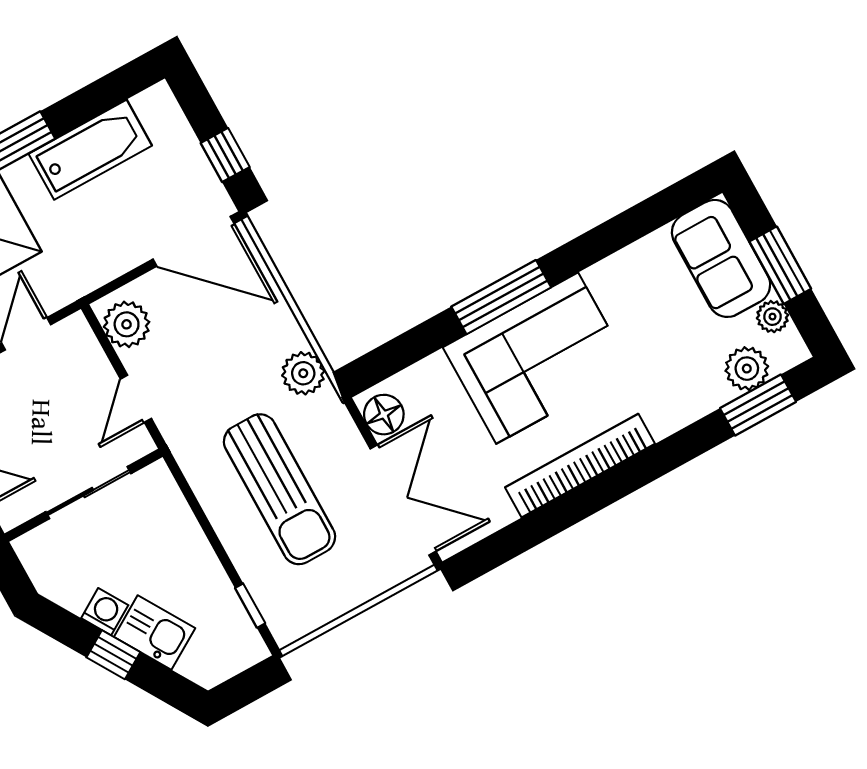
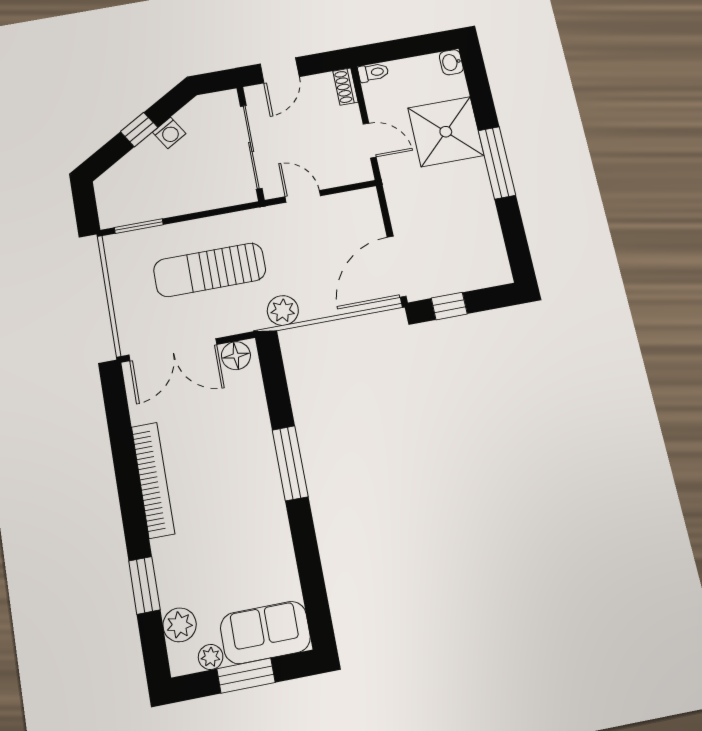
bathtub: (90, 150) -> (480, 219), removed
plant: (127, 324) -> (355, 206), removed
corner sofa: (537, 358) -> (239, 475), removed
window: (758, 405) -> (144, 585), moved
sliding door: (88, 493) -> (251, 147), width x1.37
window: (250, 606) -> (139, 226), width x1.50
kitchen sink: (155, 632) -> (144, 160), removed

